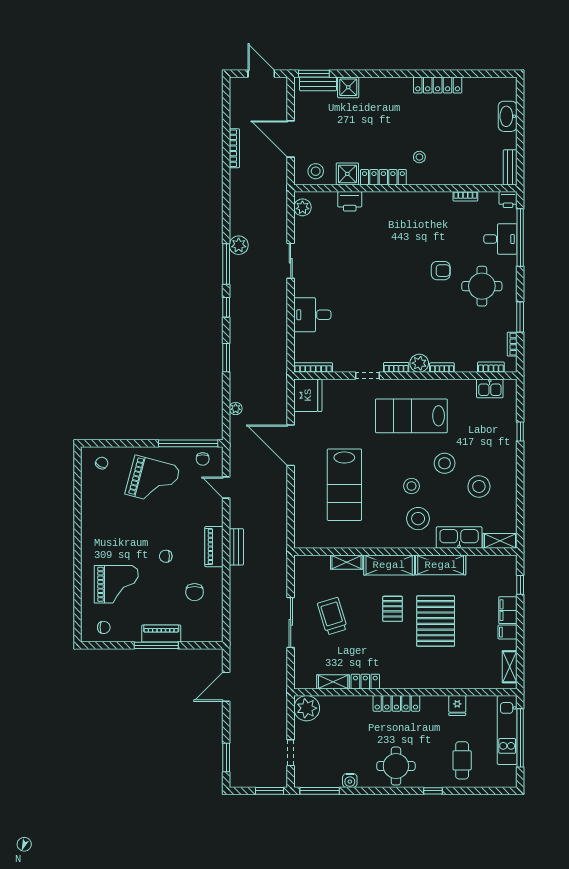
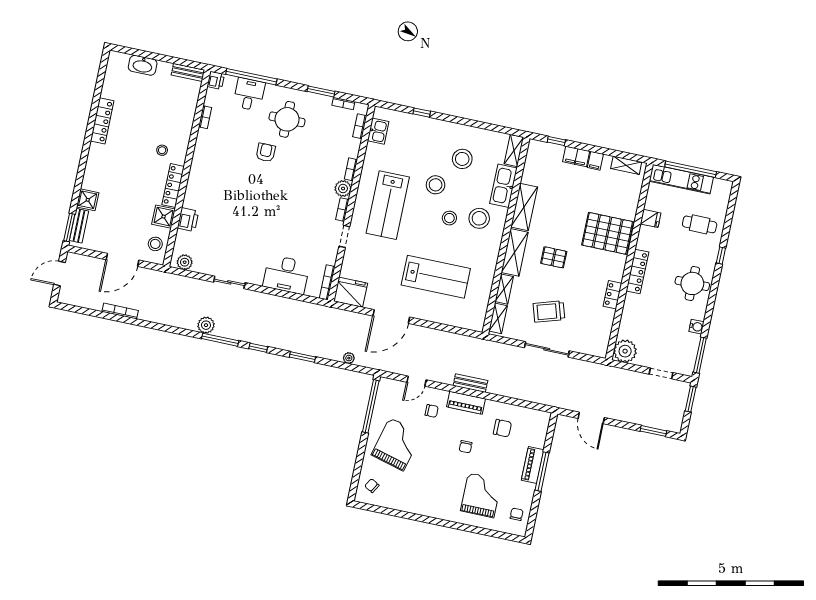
desk: (312, 315) -> (286, 275), width x1.37
chair: (203, 459) -> (432, 411), moved
pallet: (436, 621) -> (608, 233), moved
shelving: (333, 682) -> (498, 318), moved

